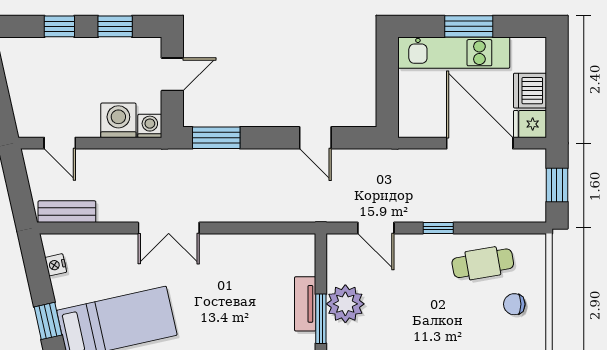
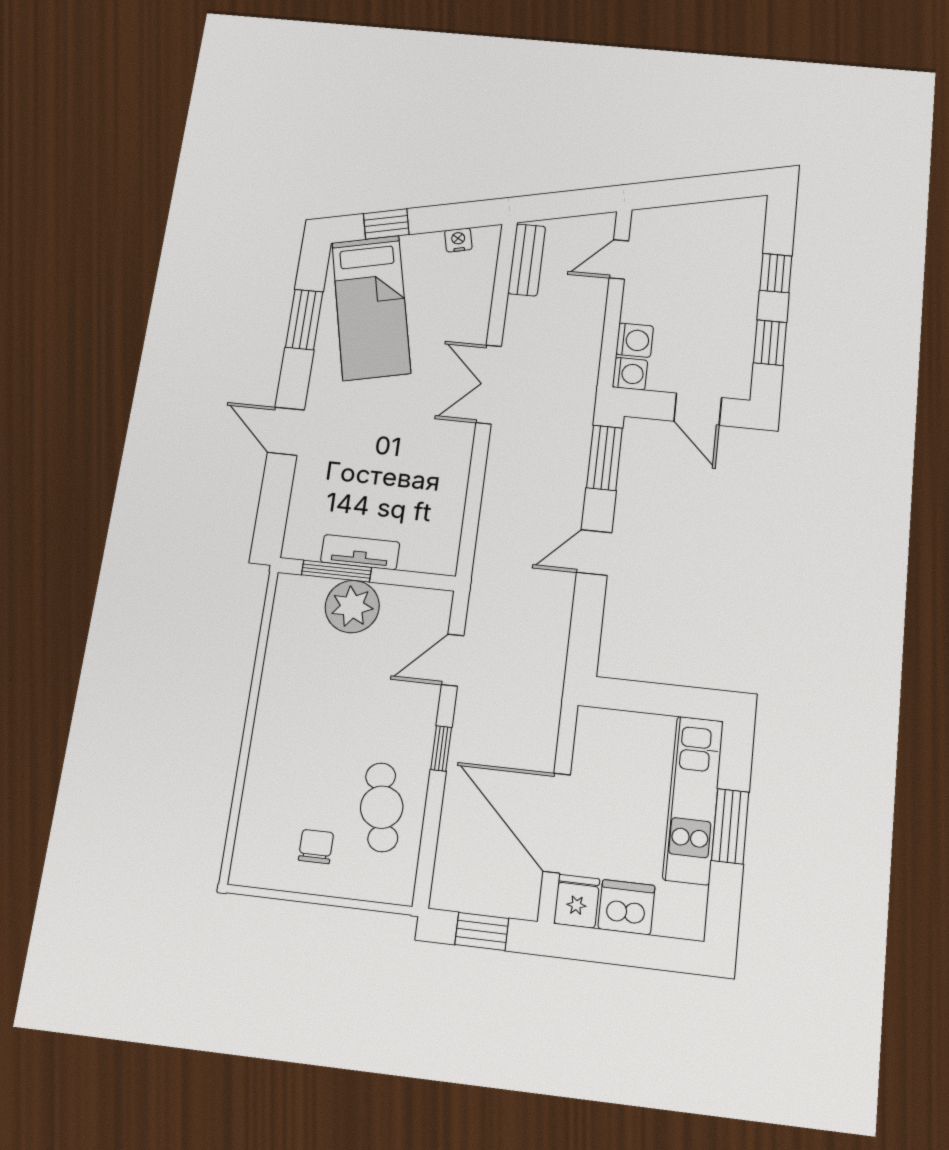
washing machine: (118, 120) -> (635, 340), width x0.73, depth x0.73
door: (315, 138) -> (594, 553), moved
door: (480, 143) -> (557, 823), swing flipped

